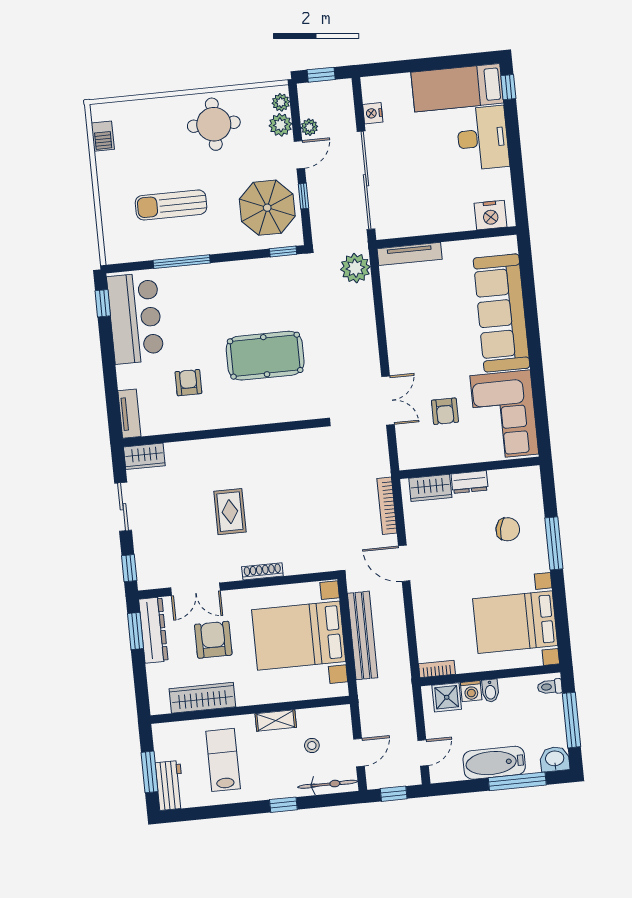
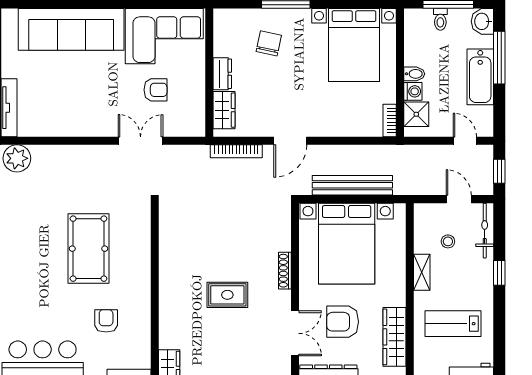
armchair: (188, 383) -> (106, 321), turned 90
toilet: (550, 687) -> (440, 19), moved

